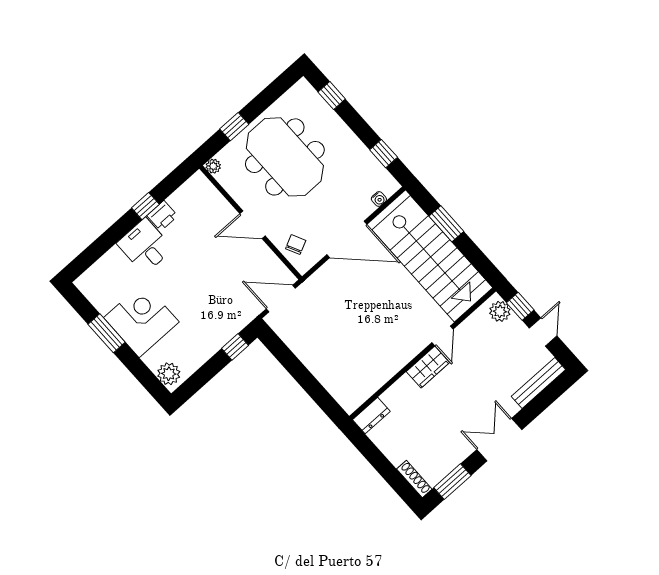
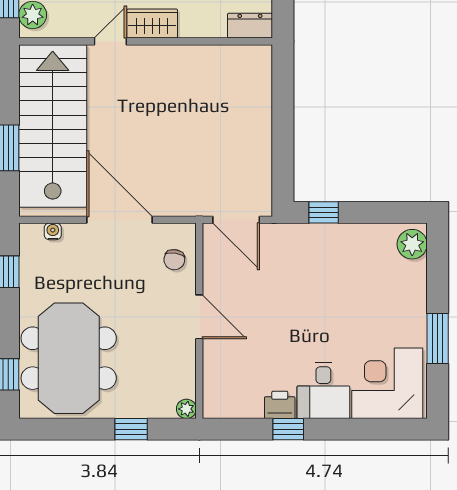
meeting table: (285, 157) -> (69, 358), moved
chair: (296, 245) -> (174, 260), turned -56
corner desk: (141, 320) -> (387, 383), moved, turned 90

